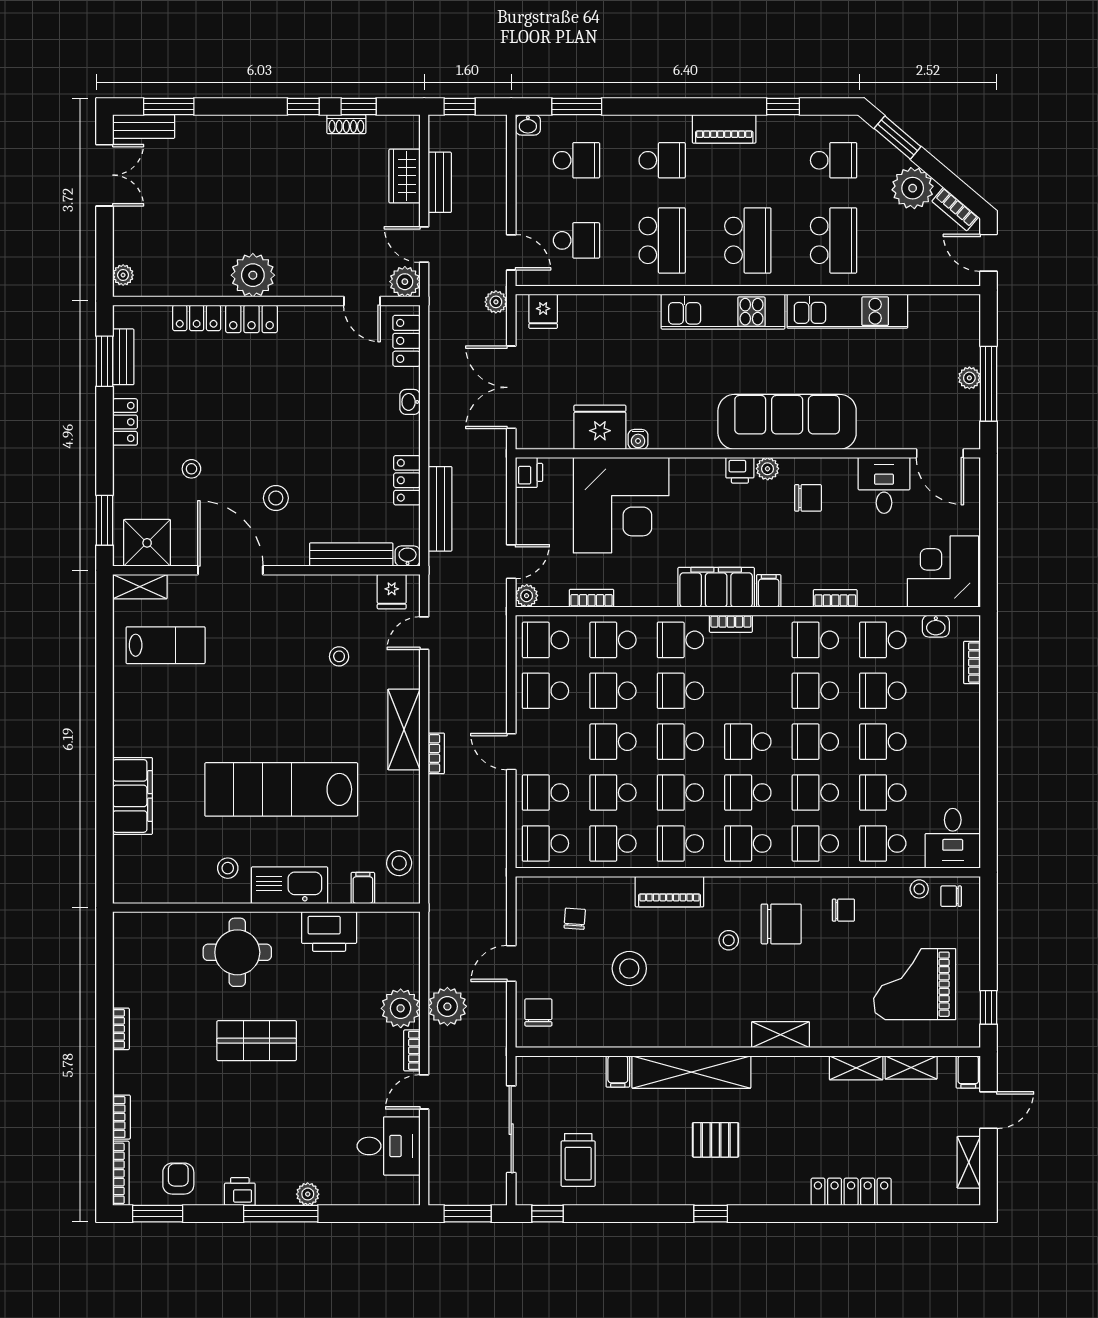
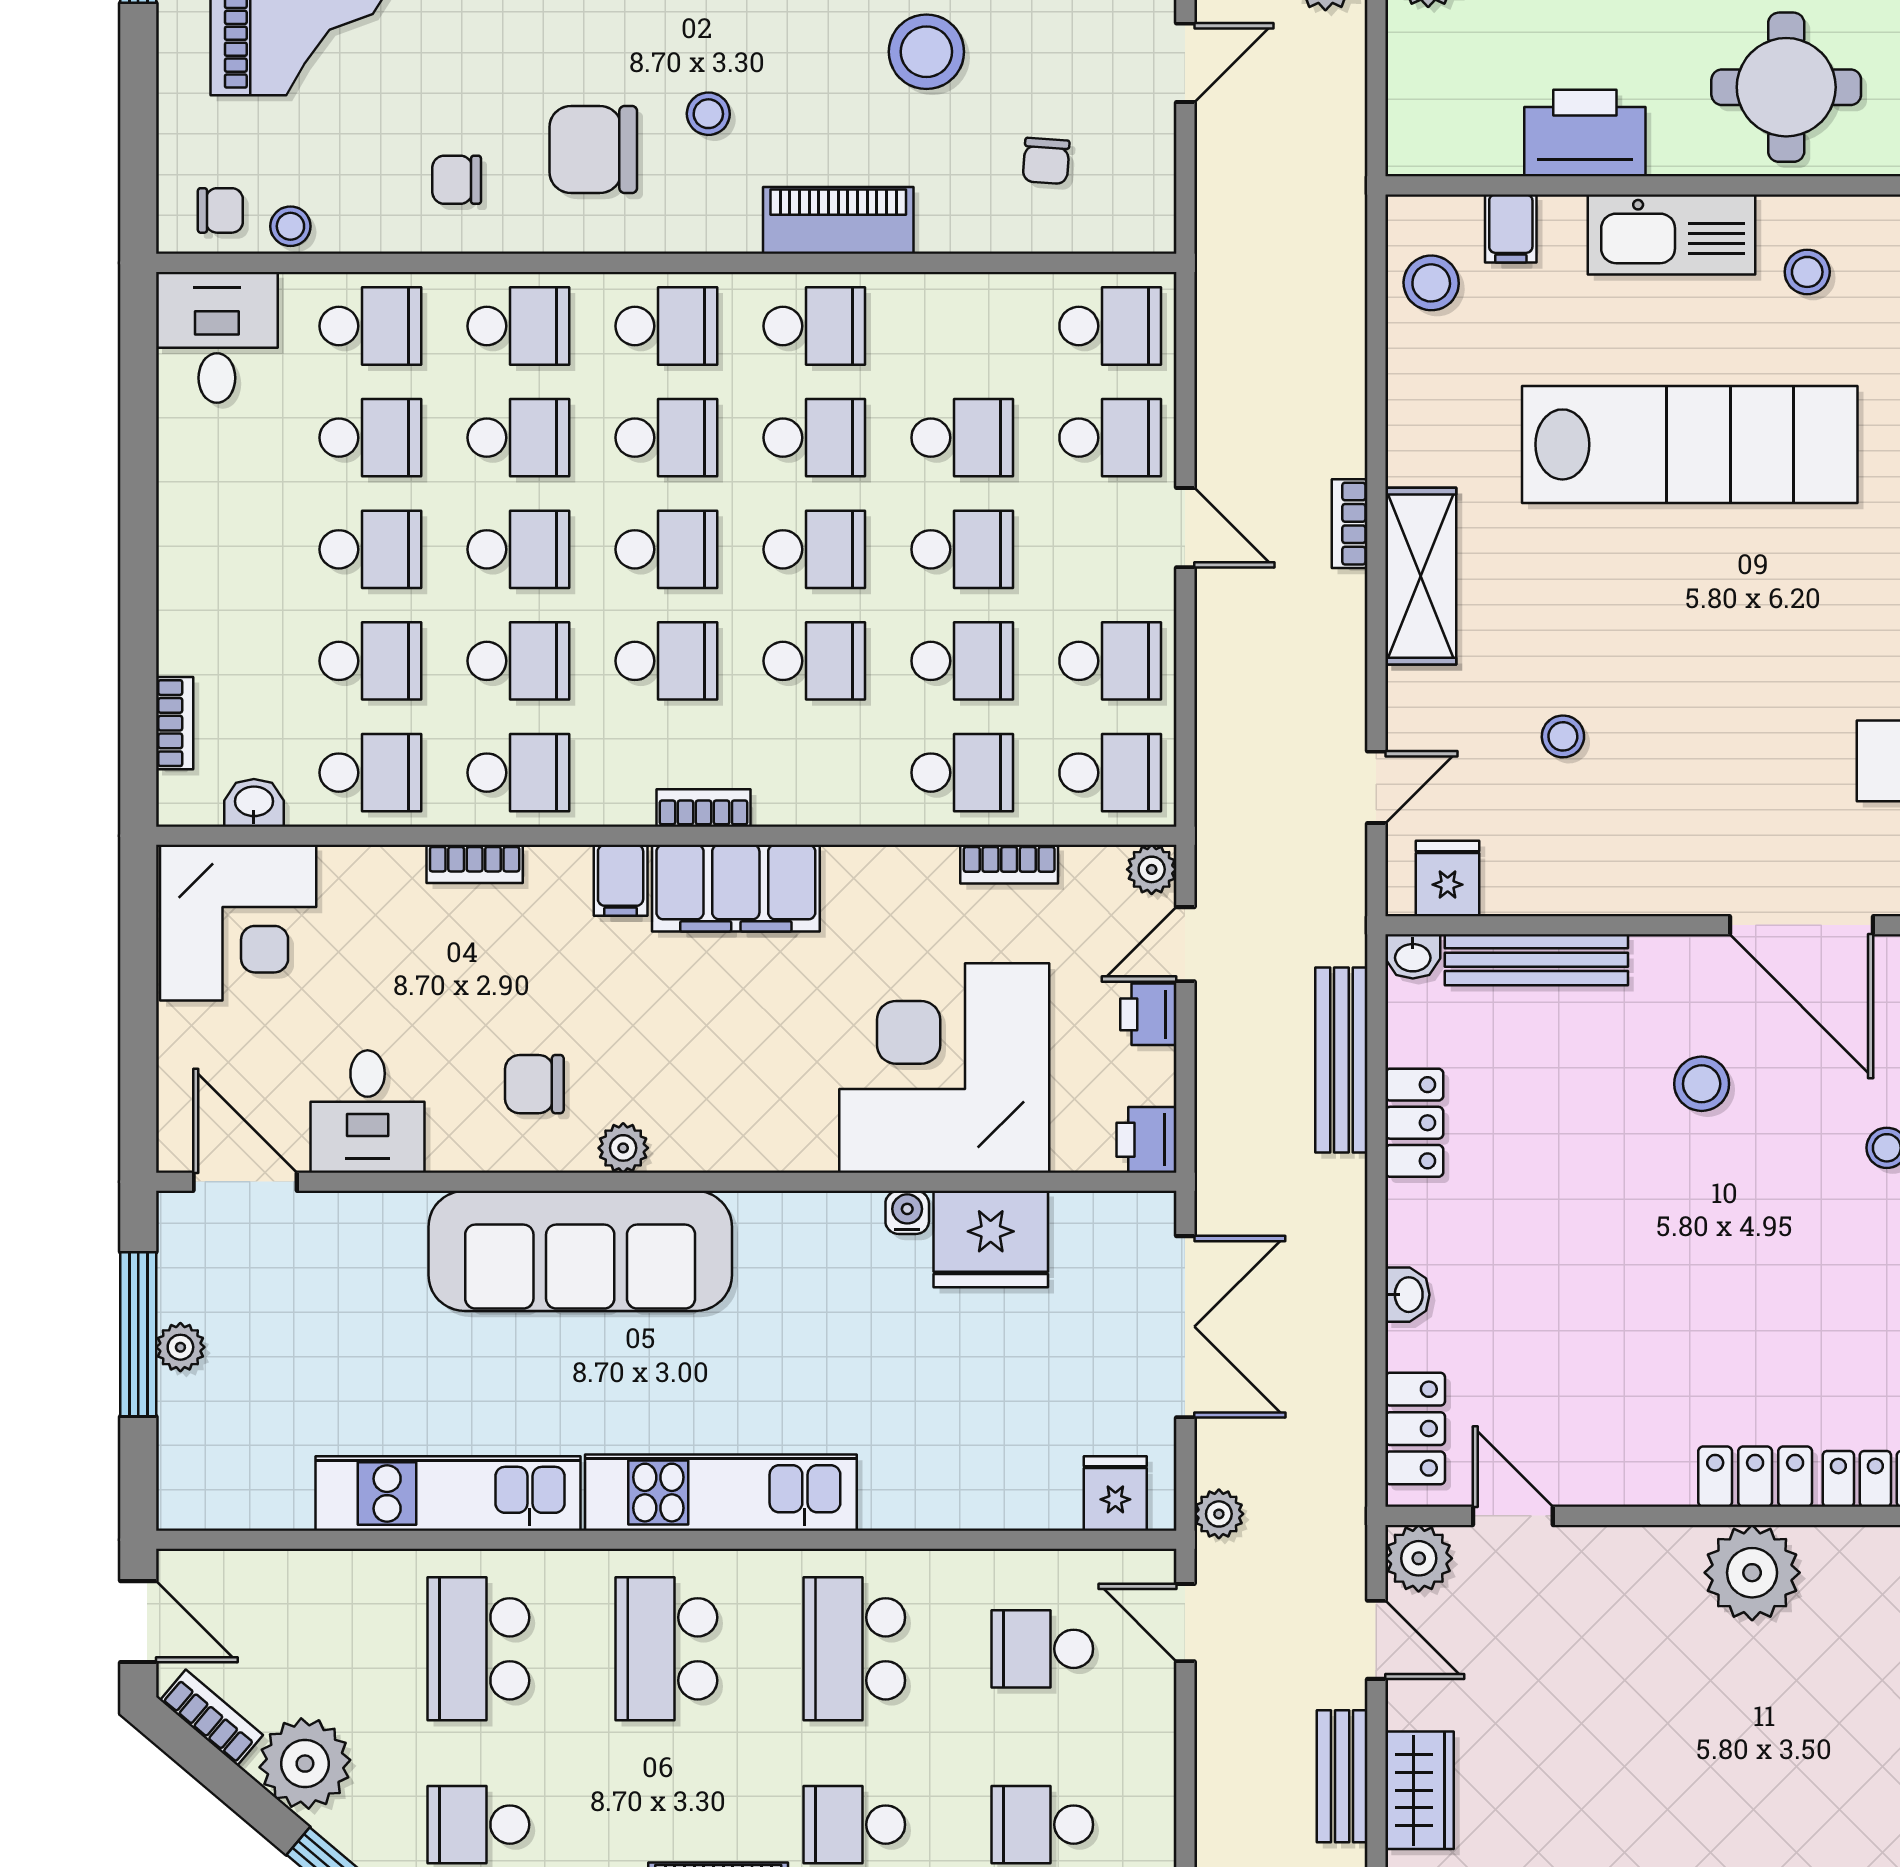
printer: (740, 470) -> (1148, 1014), moved, turned -90
school desk: (680, 640) -> (666, 661), moved
school desk: (613, 843) -> (962, 326), removed

